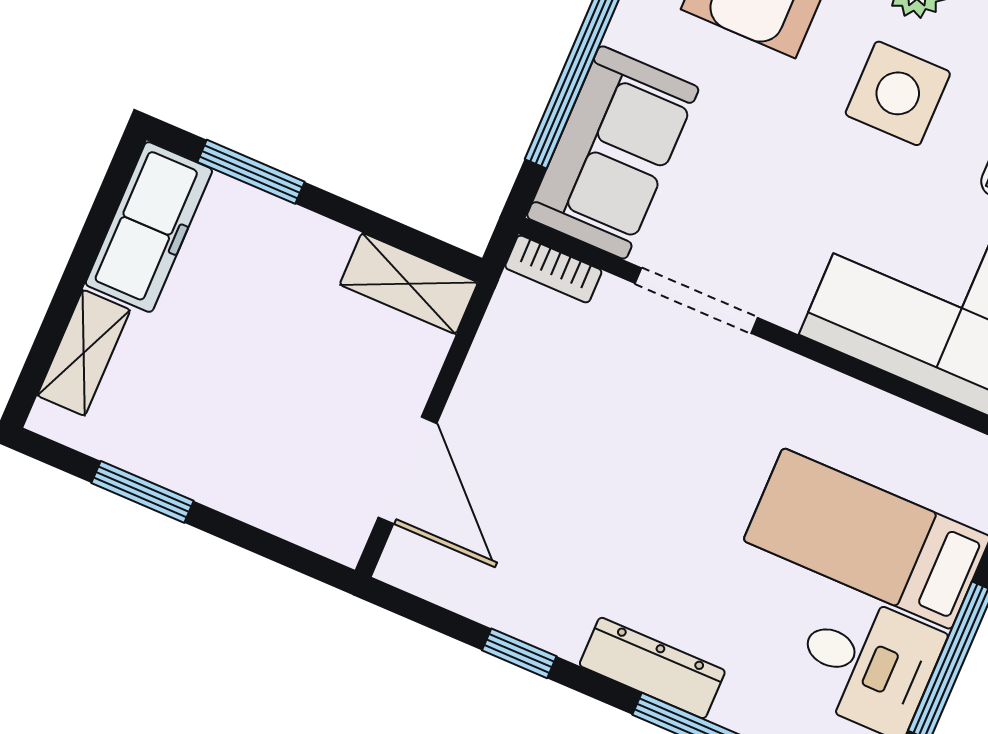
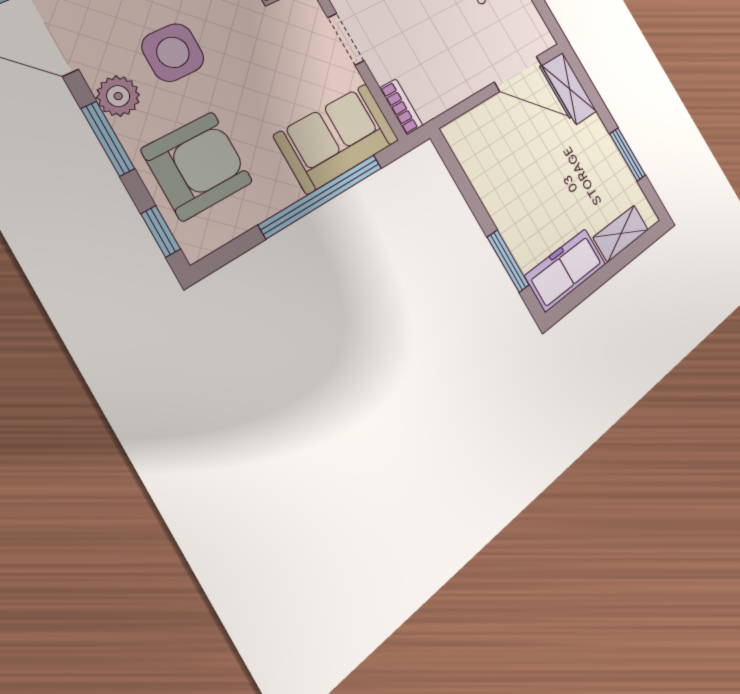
shelving: (409, 284) -> (569, 89), moved
doorway: (696, 301) -> (346, 39), width x0.73
door: (408, 470) -> (518, 74), swing flipped

